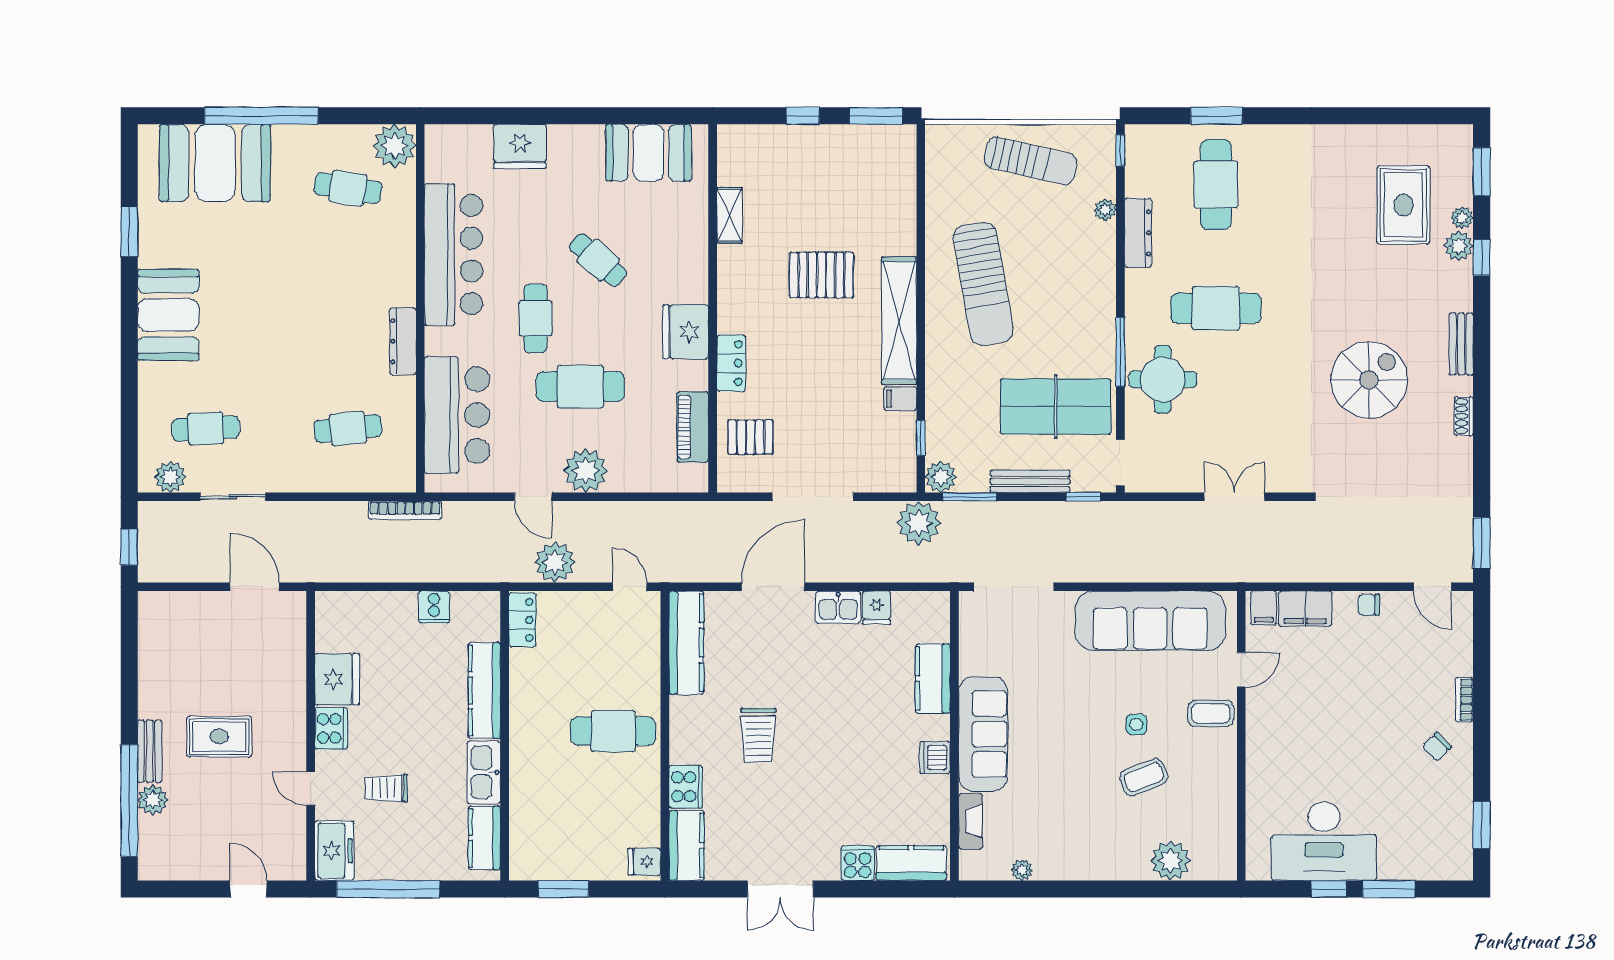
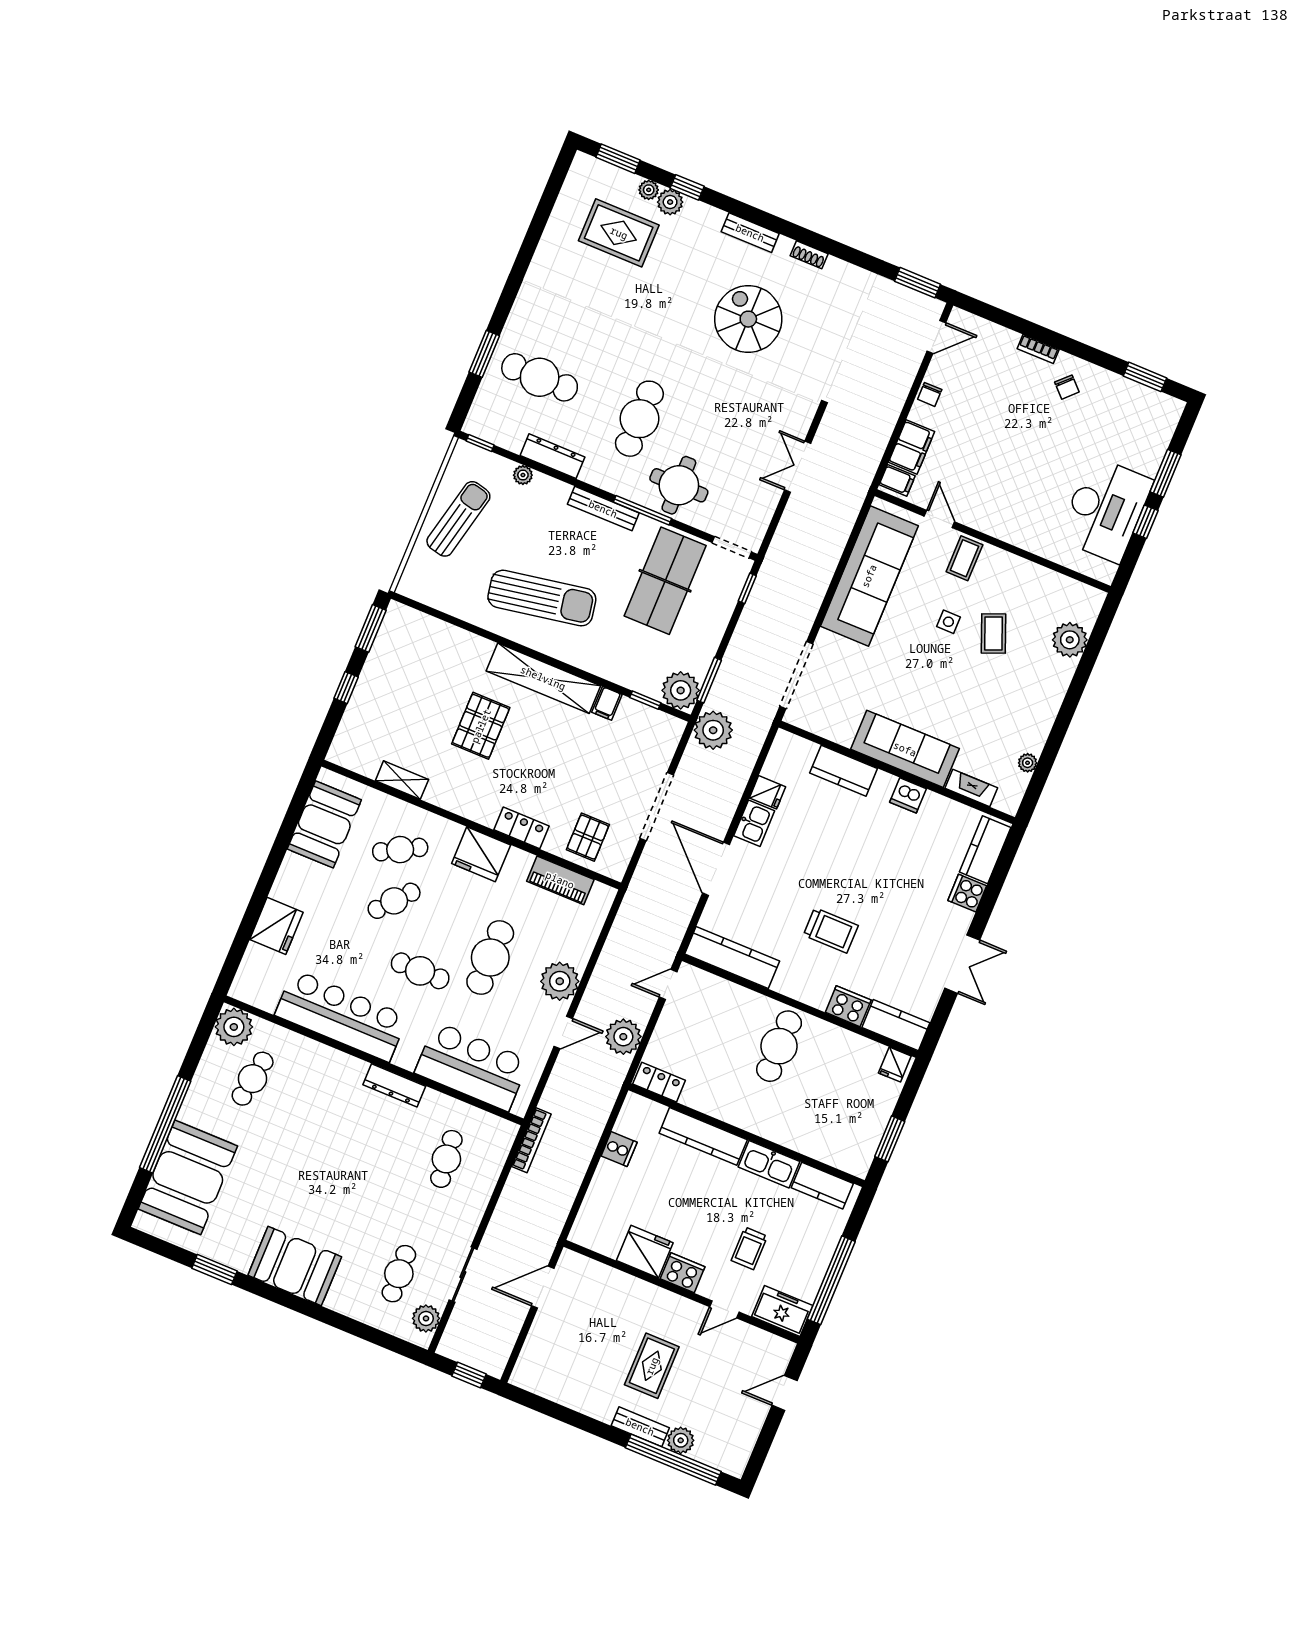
cafe table: (655, 244) -> (400, 850), added
plant: (941, 477) -> (681, 690), width x1.36, depth x1.36
bench: (1030, 481) -> (603, 509), moved, turned 90

